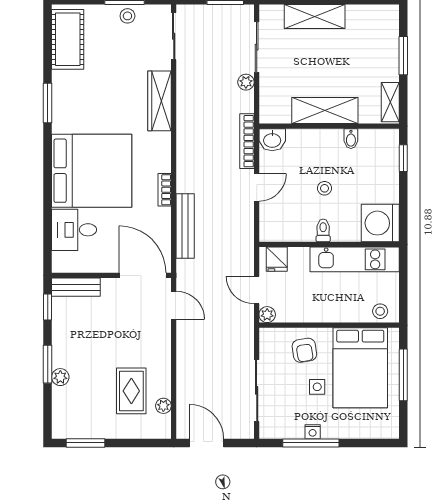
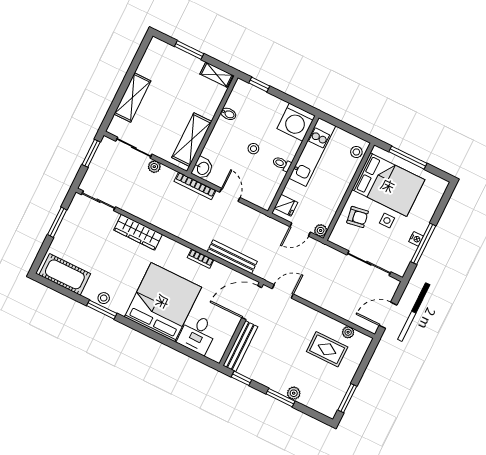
stool: (127, 16) -> (104, 298), moved
shelving: (325, 111) -> (192, 140), moved
bench: (76, 287) -> (240, 346), width x1.36

